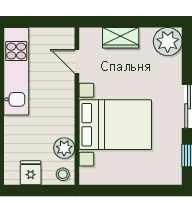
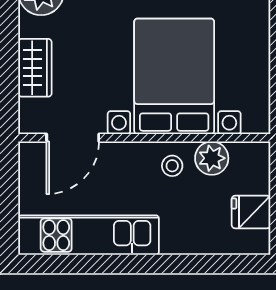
door: (77, 61) -> (73, 138), width x1.38
stool: (63, 174) -> (172, 166), moved

